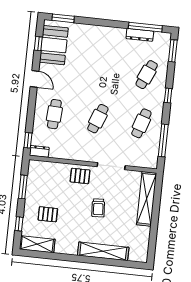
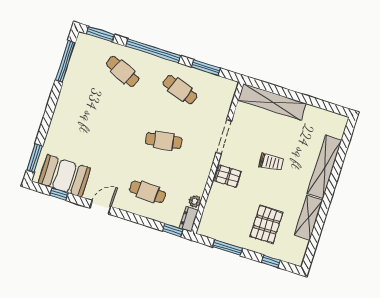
dresser: (140, 35) -> (73, 70), removed
window: (168, 96) -> (153, 51), width x3.17
cafe table: (98, 119) -> (164, 141), turned -30
window: (163, 140) -> (206, 68), width x0.69
plant: (54, 153) -> (195, 201), added
pallet: (80, 176) -> (228, 176), turned 90
pallet: (48, 214) -> (266, 224), width x1.50, depth x1.42
shelving: (37, 244) -> (308, 217), moved

